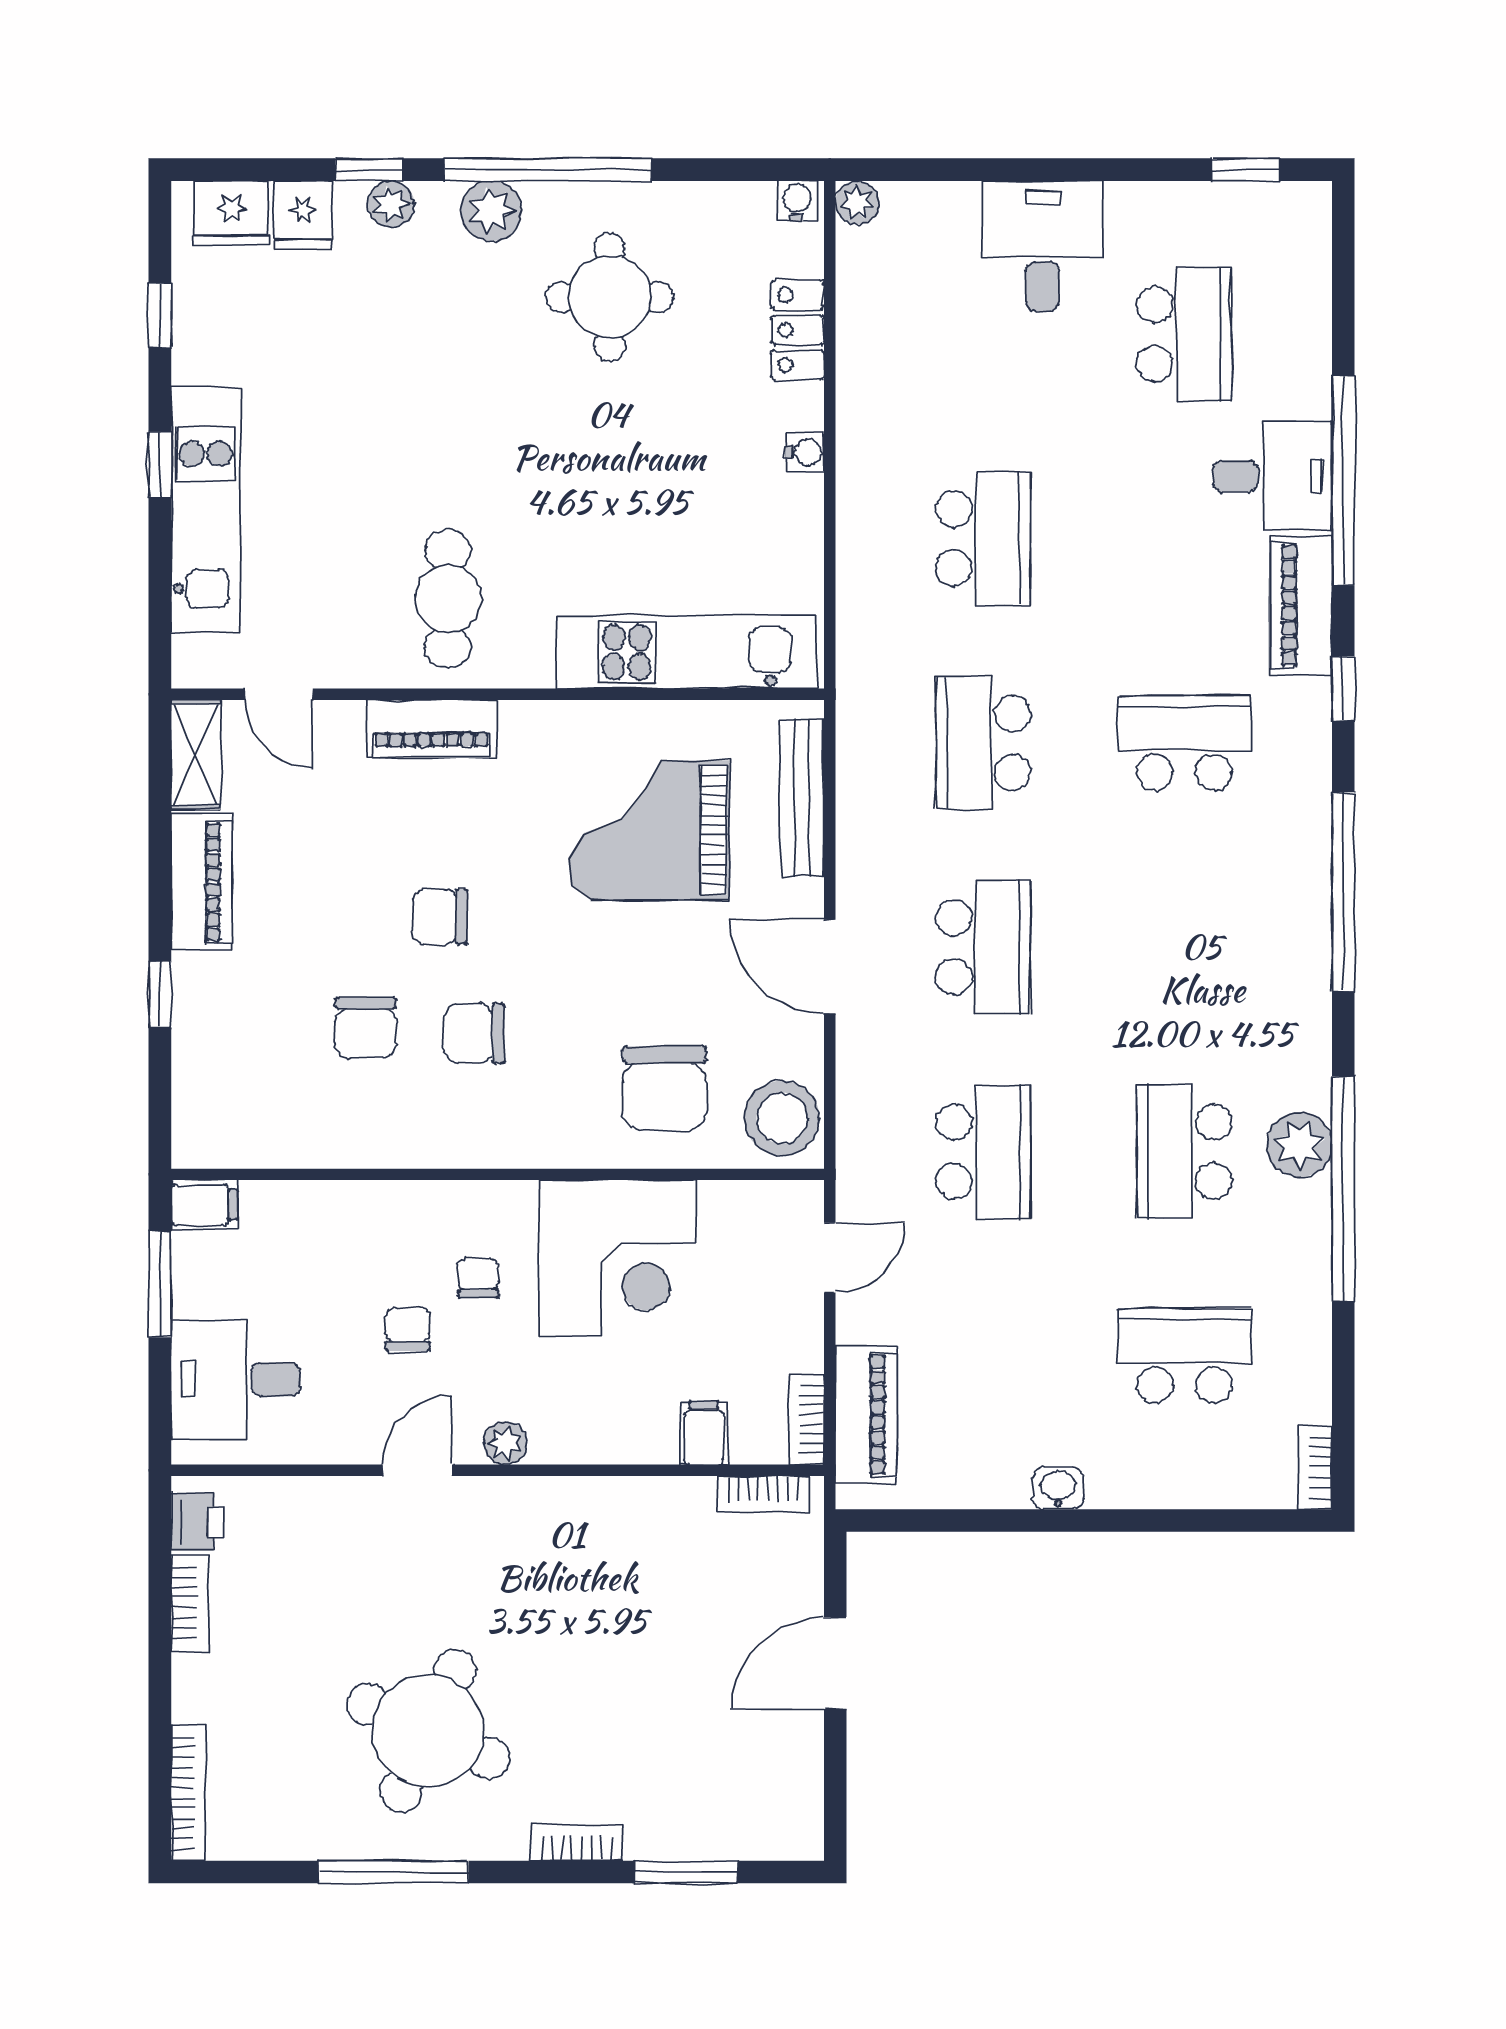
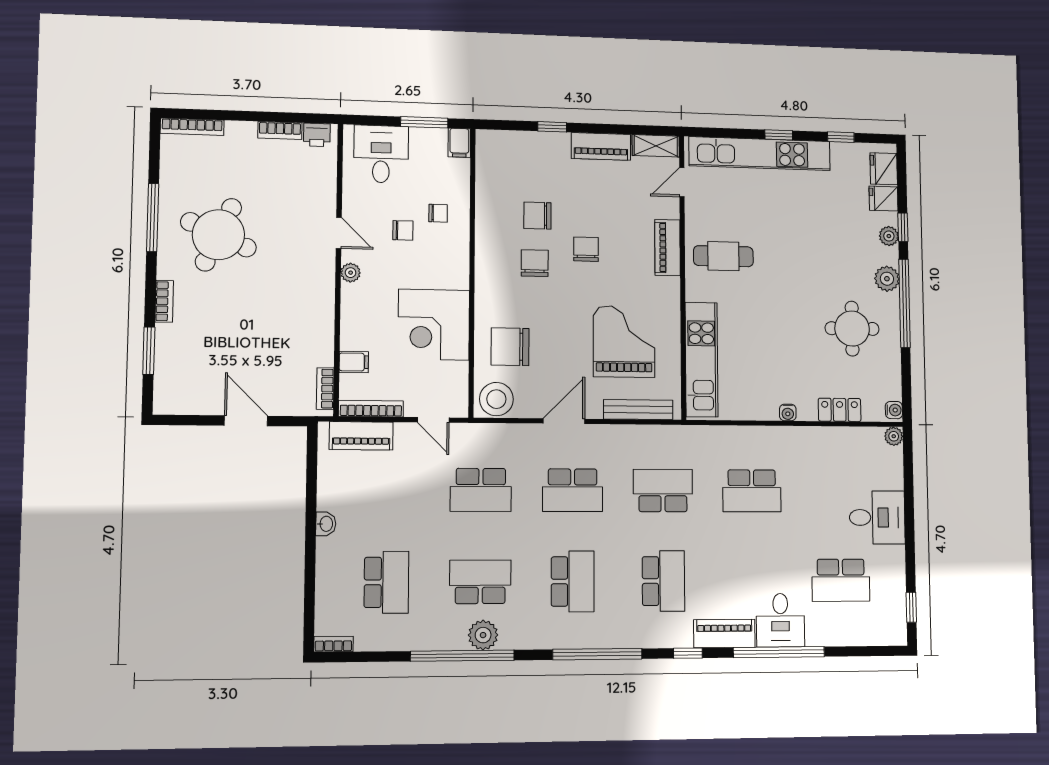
kitchen unit: (206, 510) -> (760, 154), width x1.36
school desk: (1184, 947) -> (573, 581), added
chair: (478, 1278) -> (438, 213), moved
bookcase: (806, 1420) -> (371, 409), width x1.56

